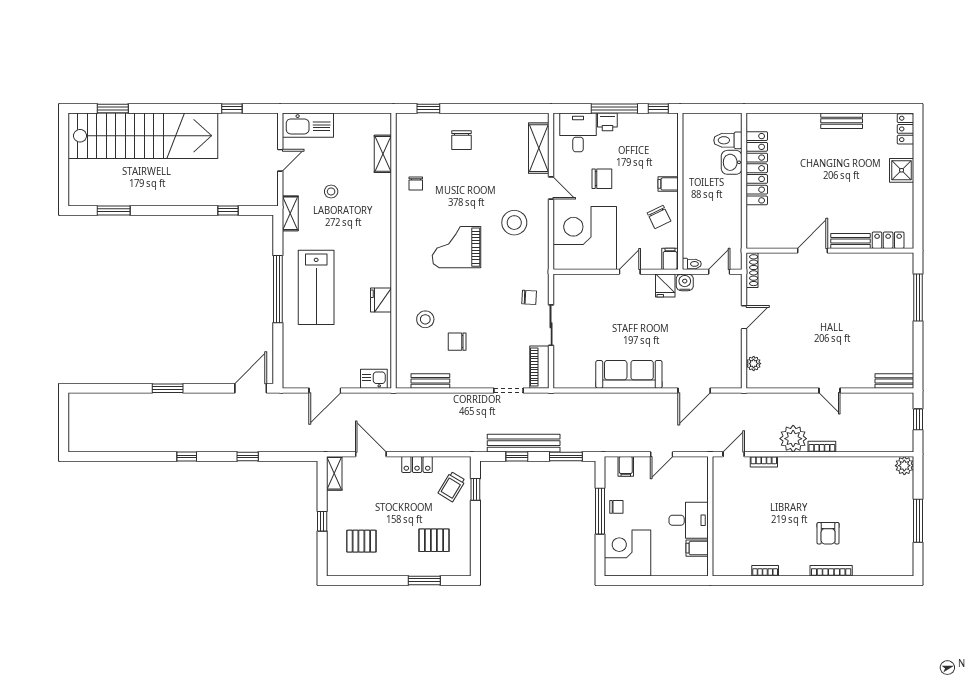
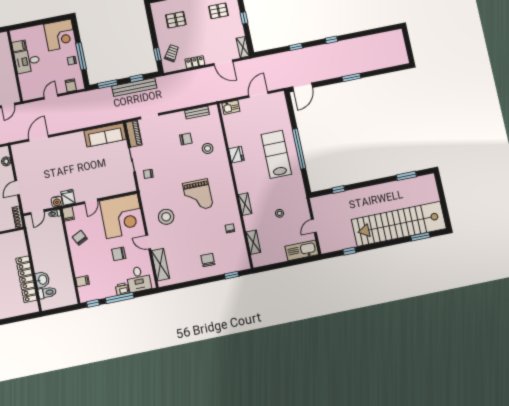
filing cabinet: (668, 184) -> (82, 281), moved
shelving: (290, 213) -> (245, 204), moved
grand piano: (457, 247) -> (198, 195), turned 90
sofa: (629, 374) -> (105, 135), moved

